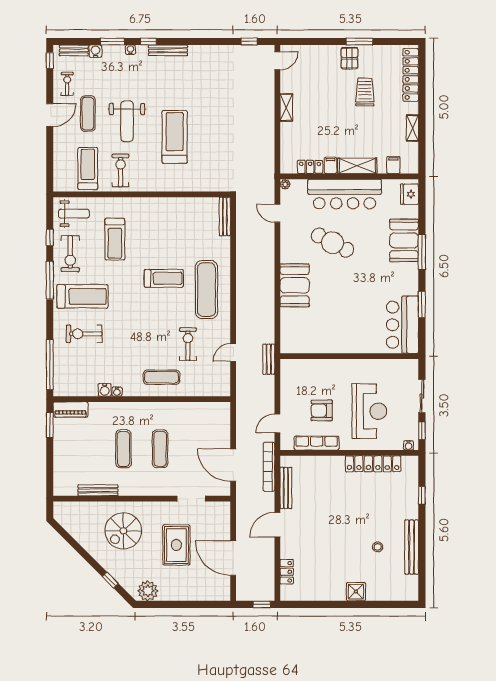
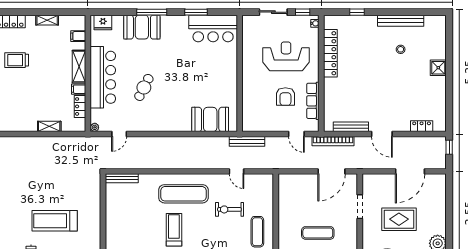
shelving: (286, 107) -> (49, 126), moved
cafe table: (333, 243) -> (144, 87), width x0.73, depth x0.74
booth: (295, 285) -> (210, 119), moved
bench: (269, 359) -> (247, 141), width x1.36

